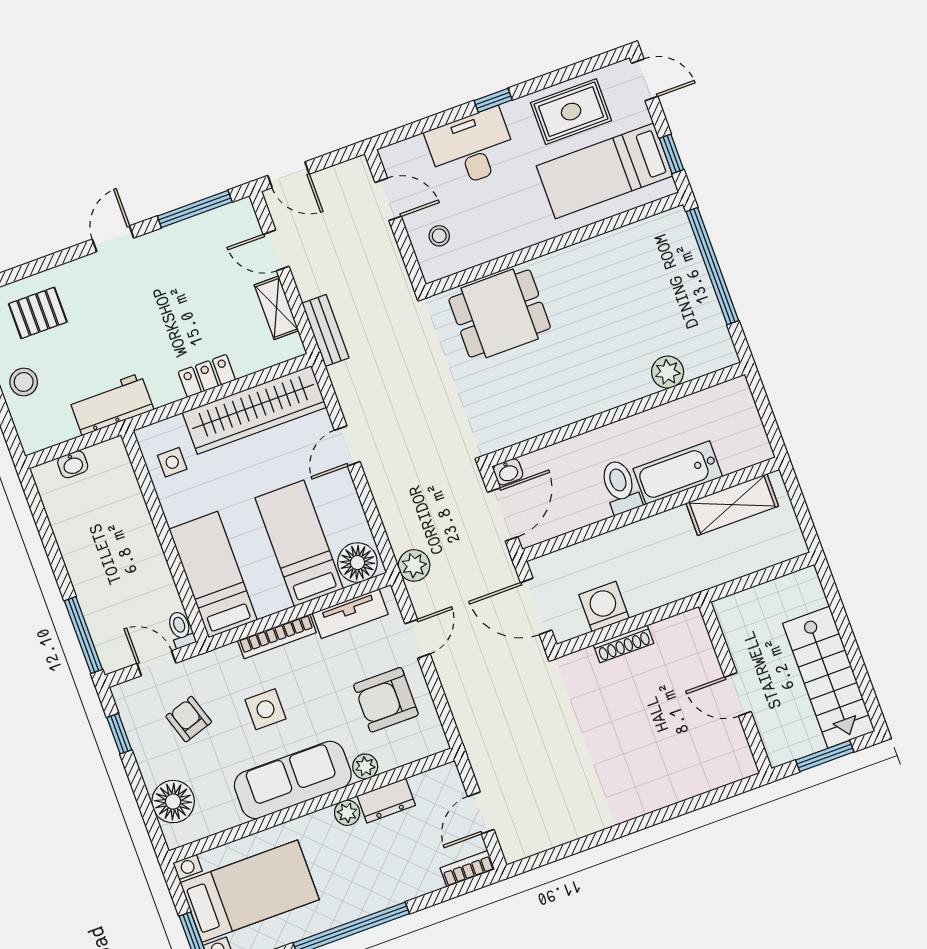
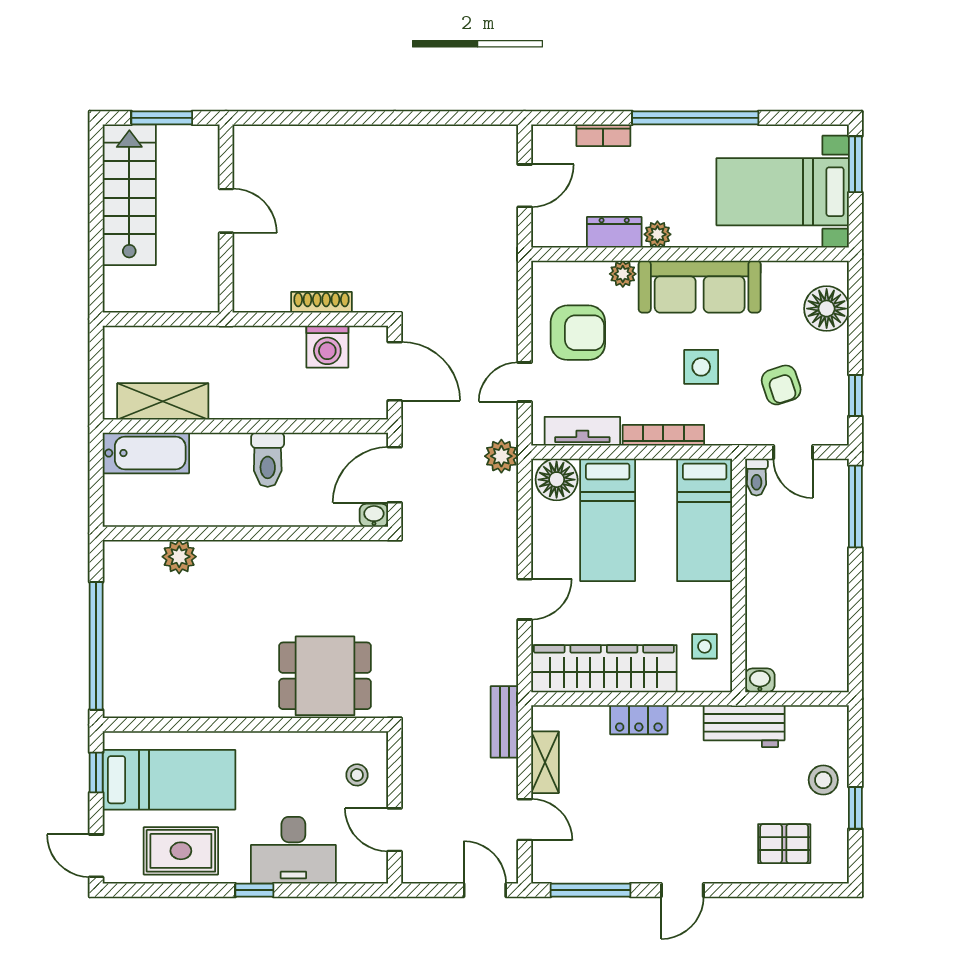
washbasin: (73, 464) -> (760, 680), moved
bathtub: (678, 473) -> (146, 453), moved
bookcase: (467, 869) -> (603, 135), moved

